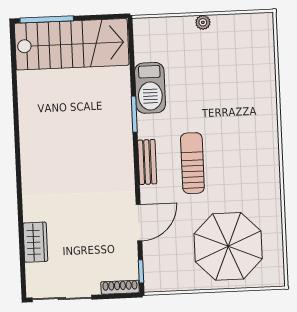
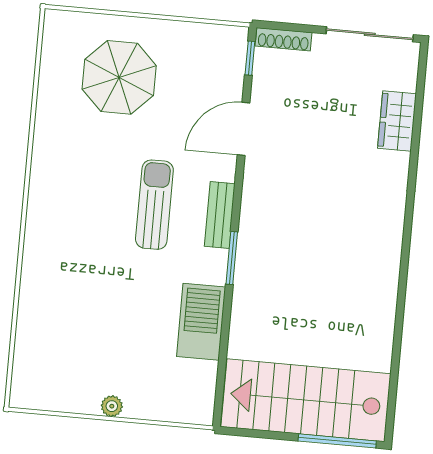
window: (134, 114) -> (232, 258), moved
sun lounger: (192, 163) -> (154, 205), turned 180
parasol: (228, 246) -> (119, 77), width x0.73, depth x0.73

